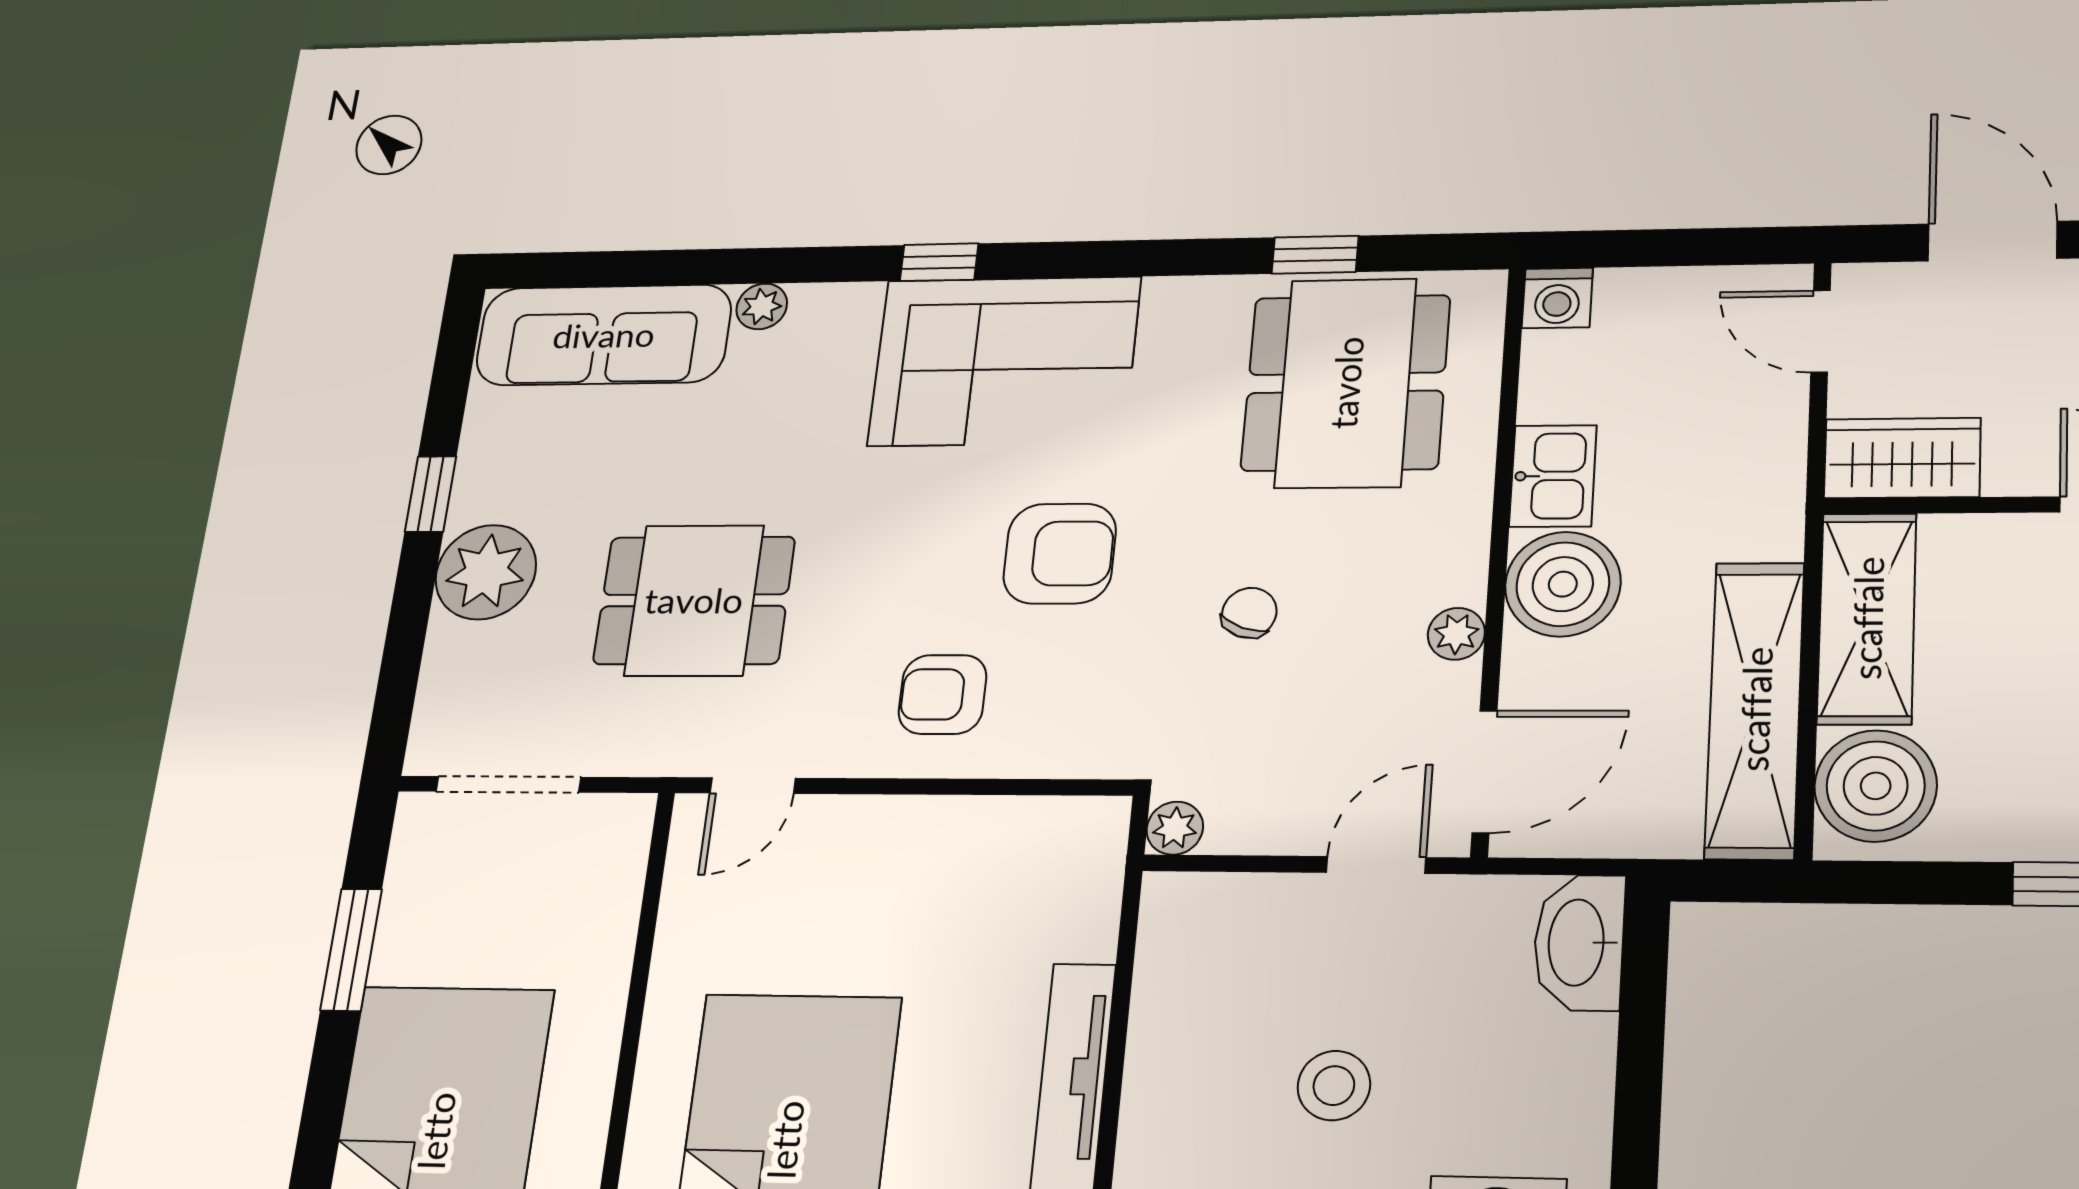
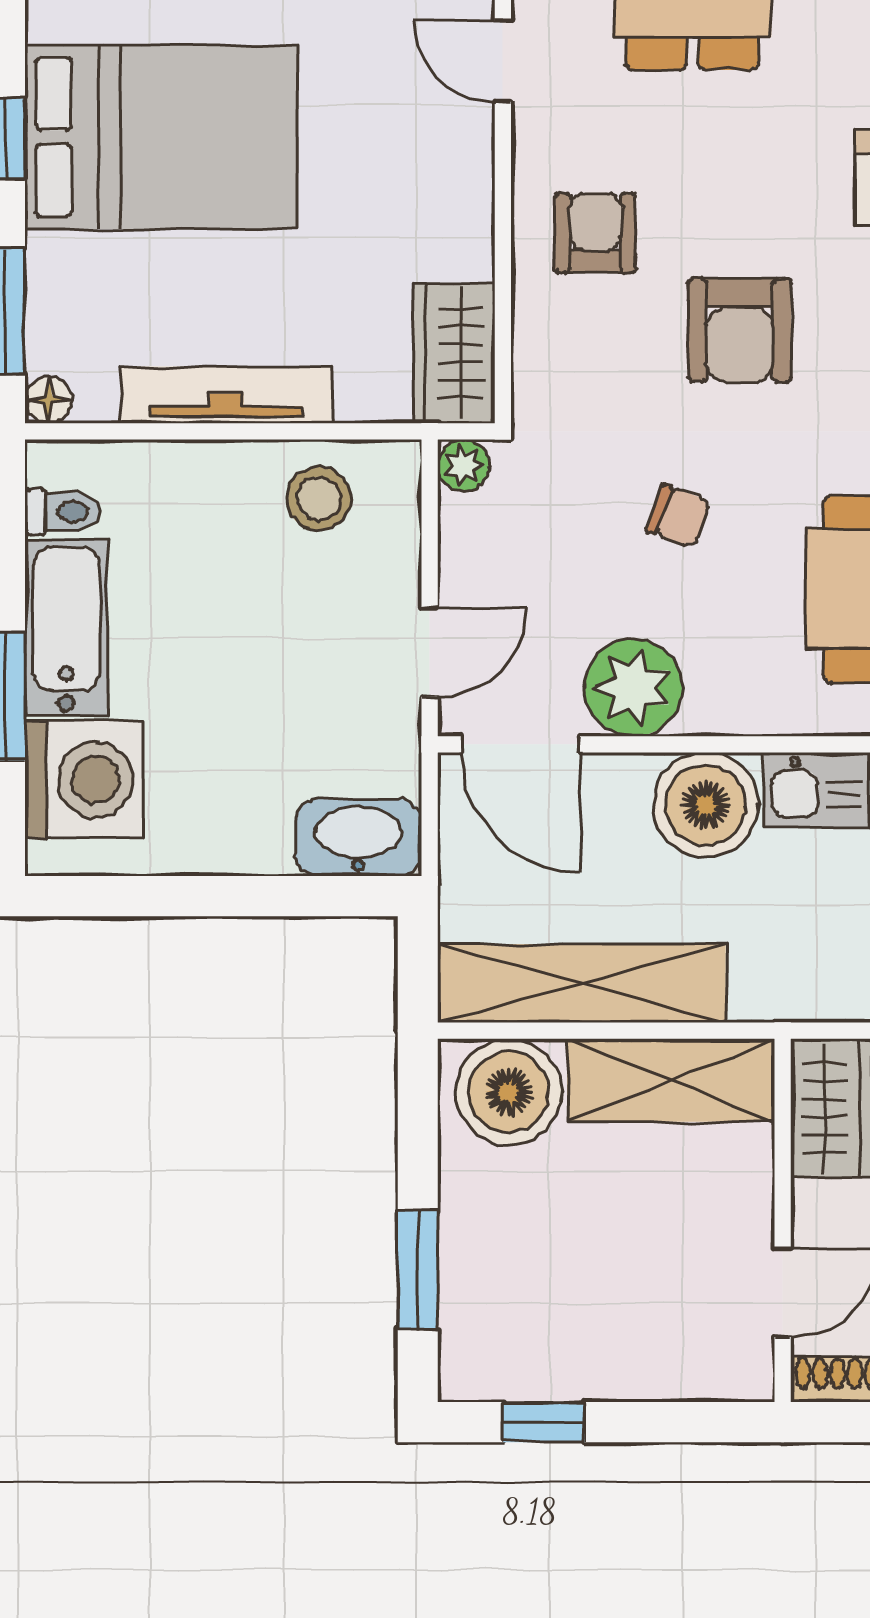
plant: (1456, 634) -> (633, 687), width x1.88, depth x1.88
wardrobe: (1054, 837) -> (454, 354), added
door: (1376, 865) -> (430, 652), hinge flipped
stool: (1334, 1086) -> (319, 499), moved

